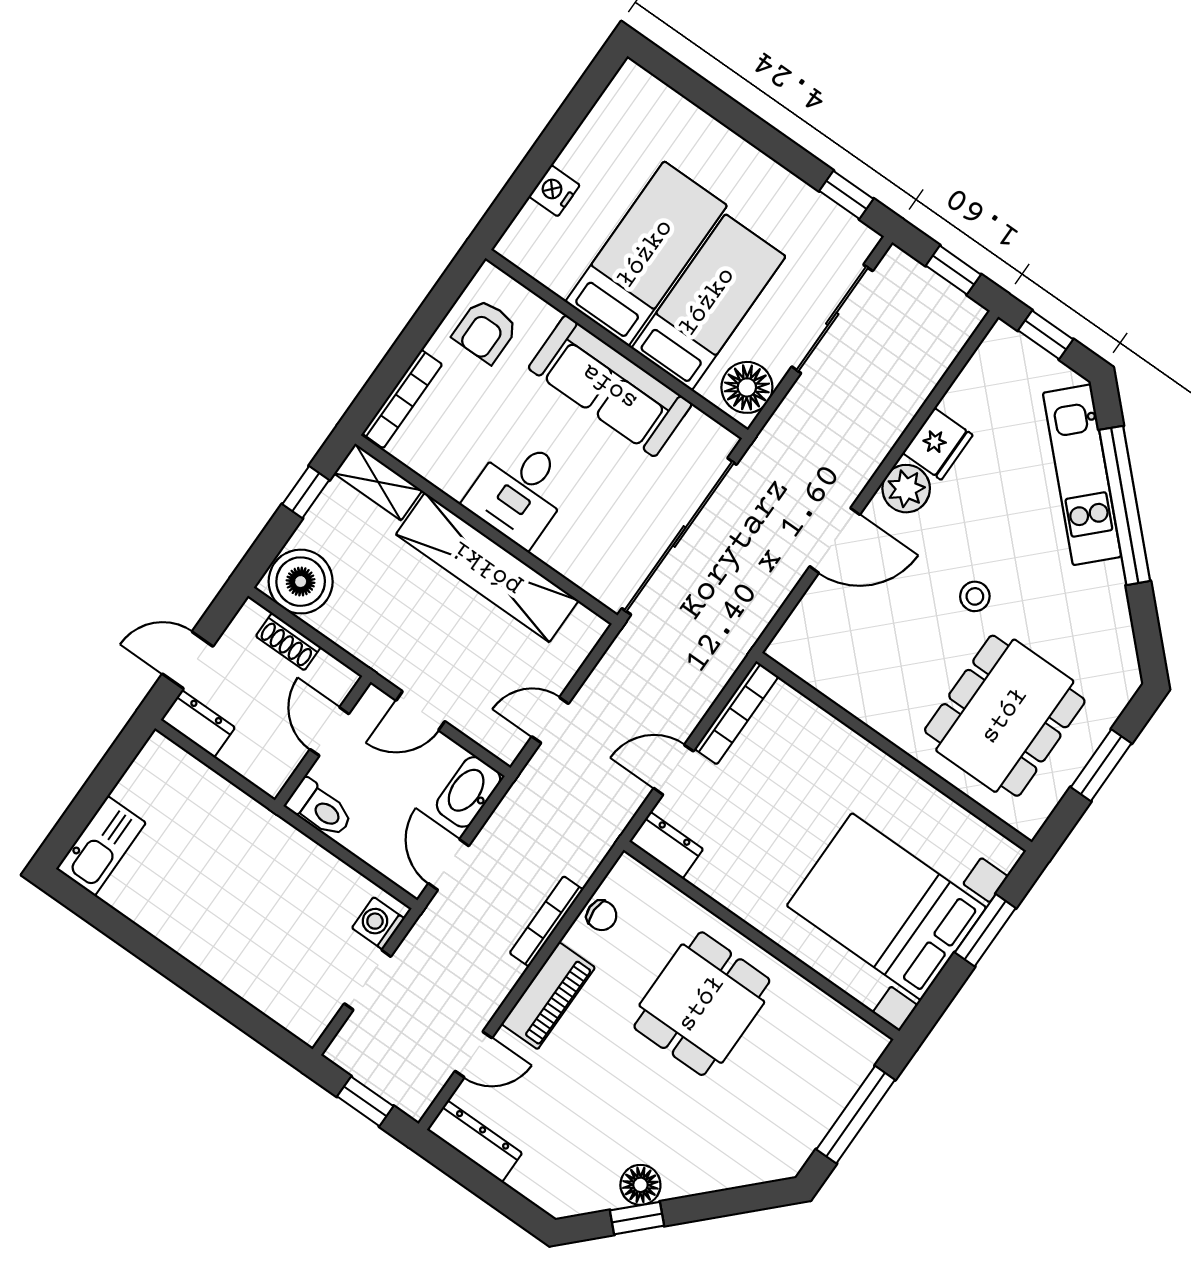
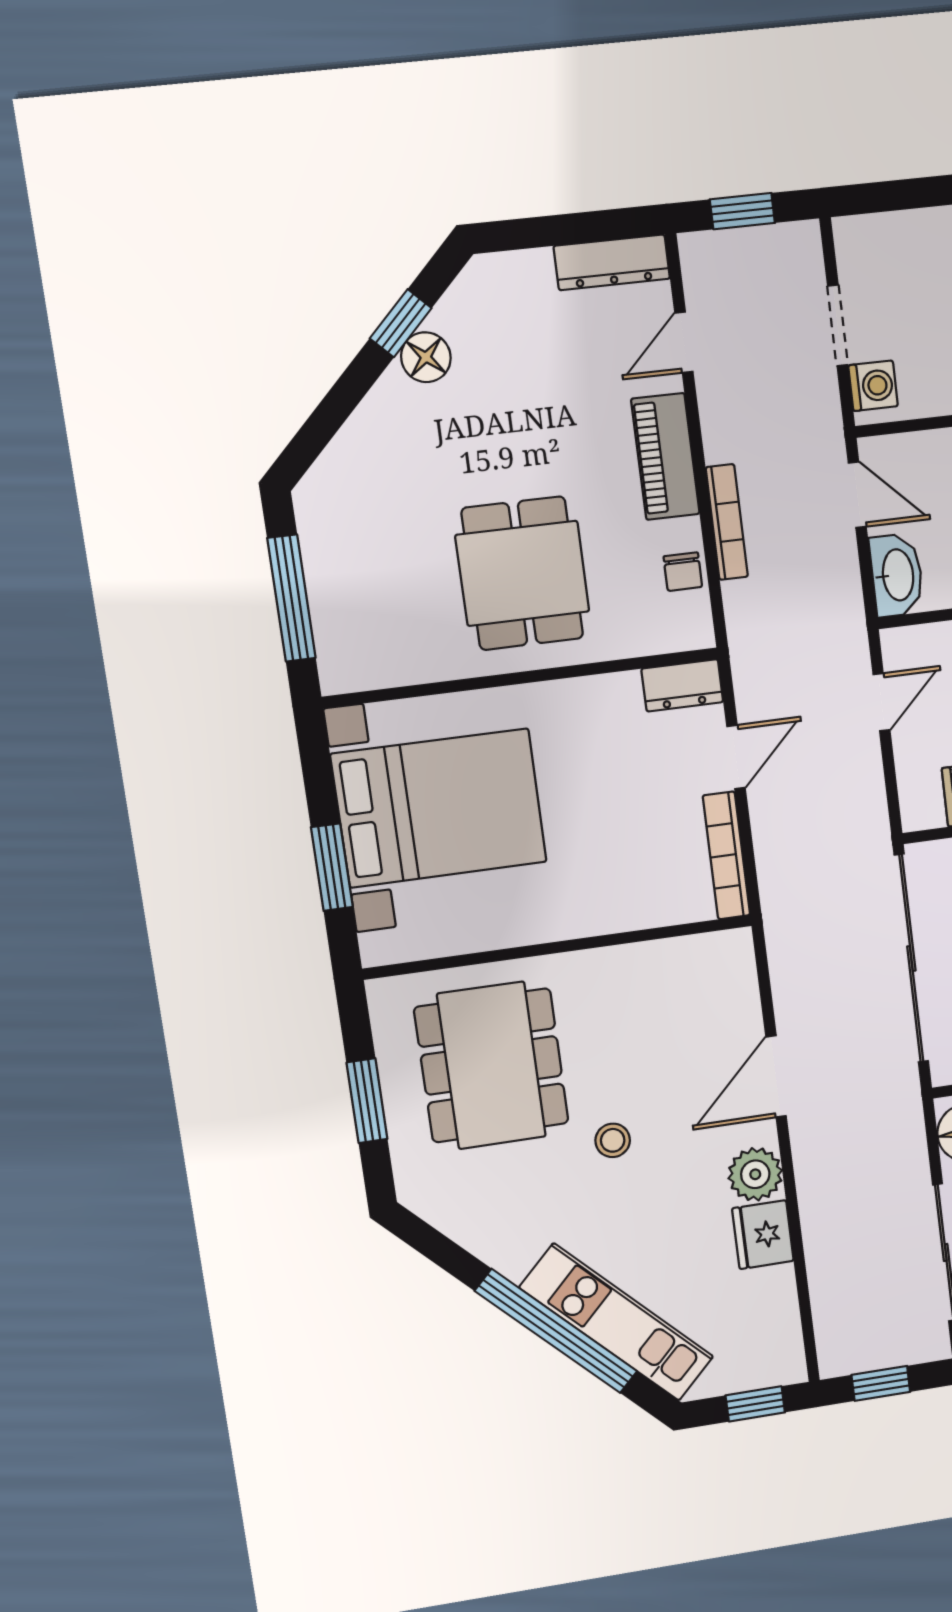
chair: (602, 916) -> (683, 572), turned -90

